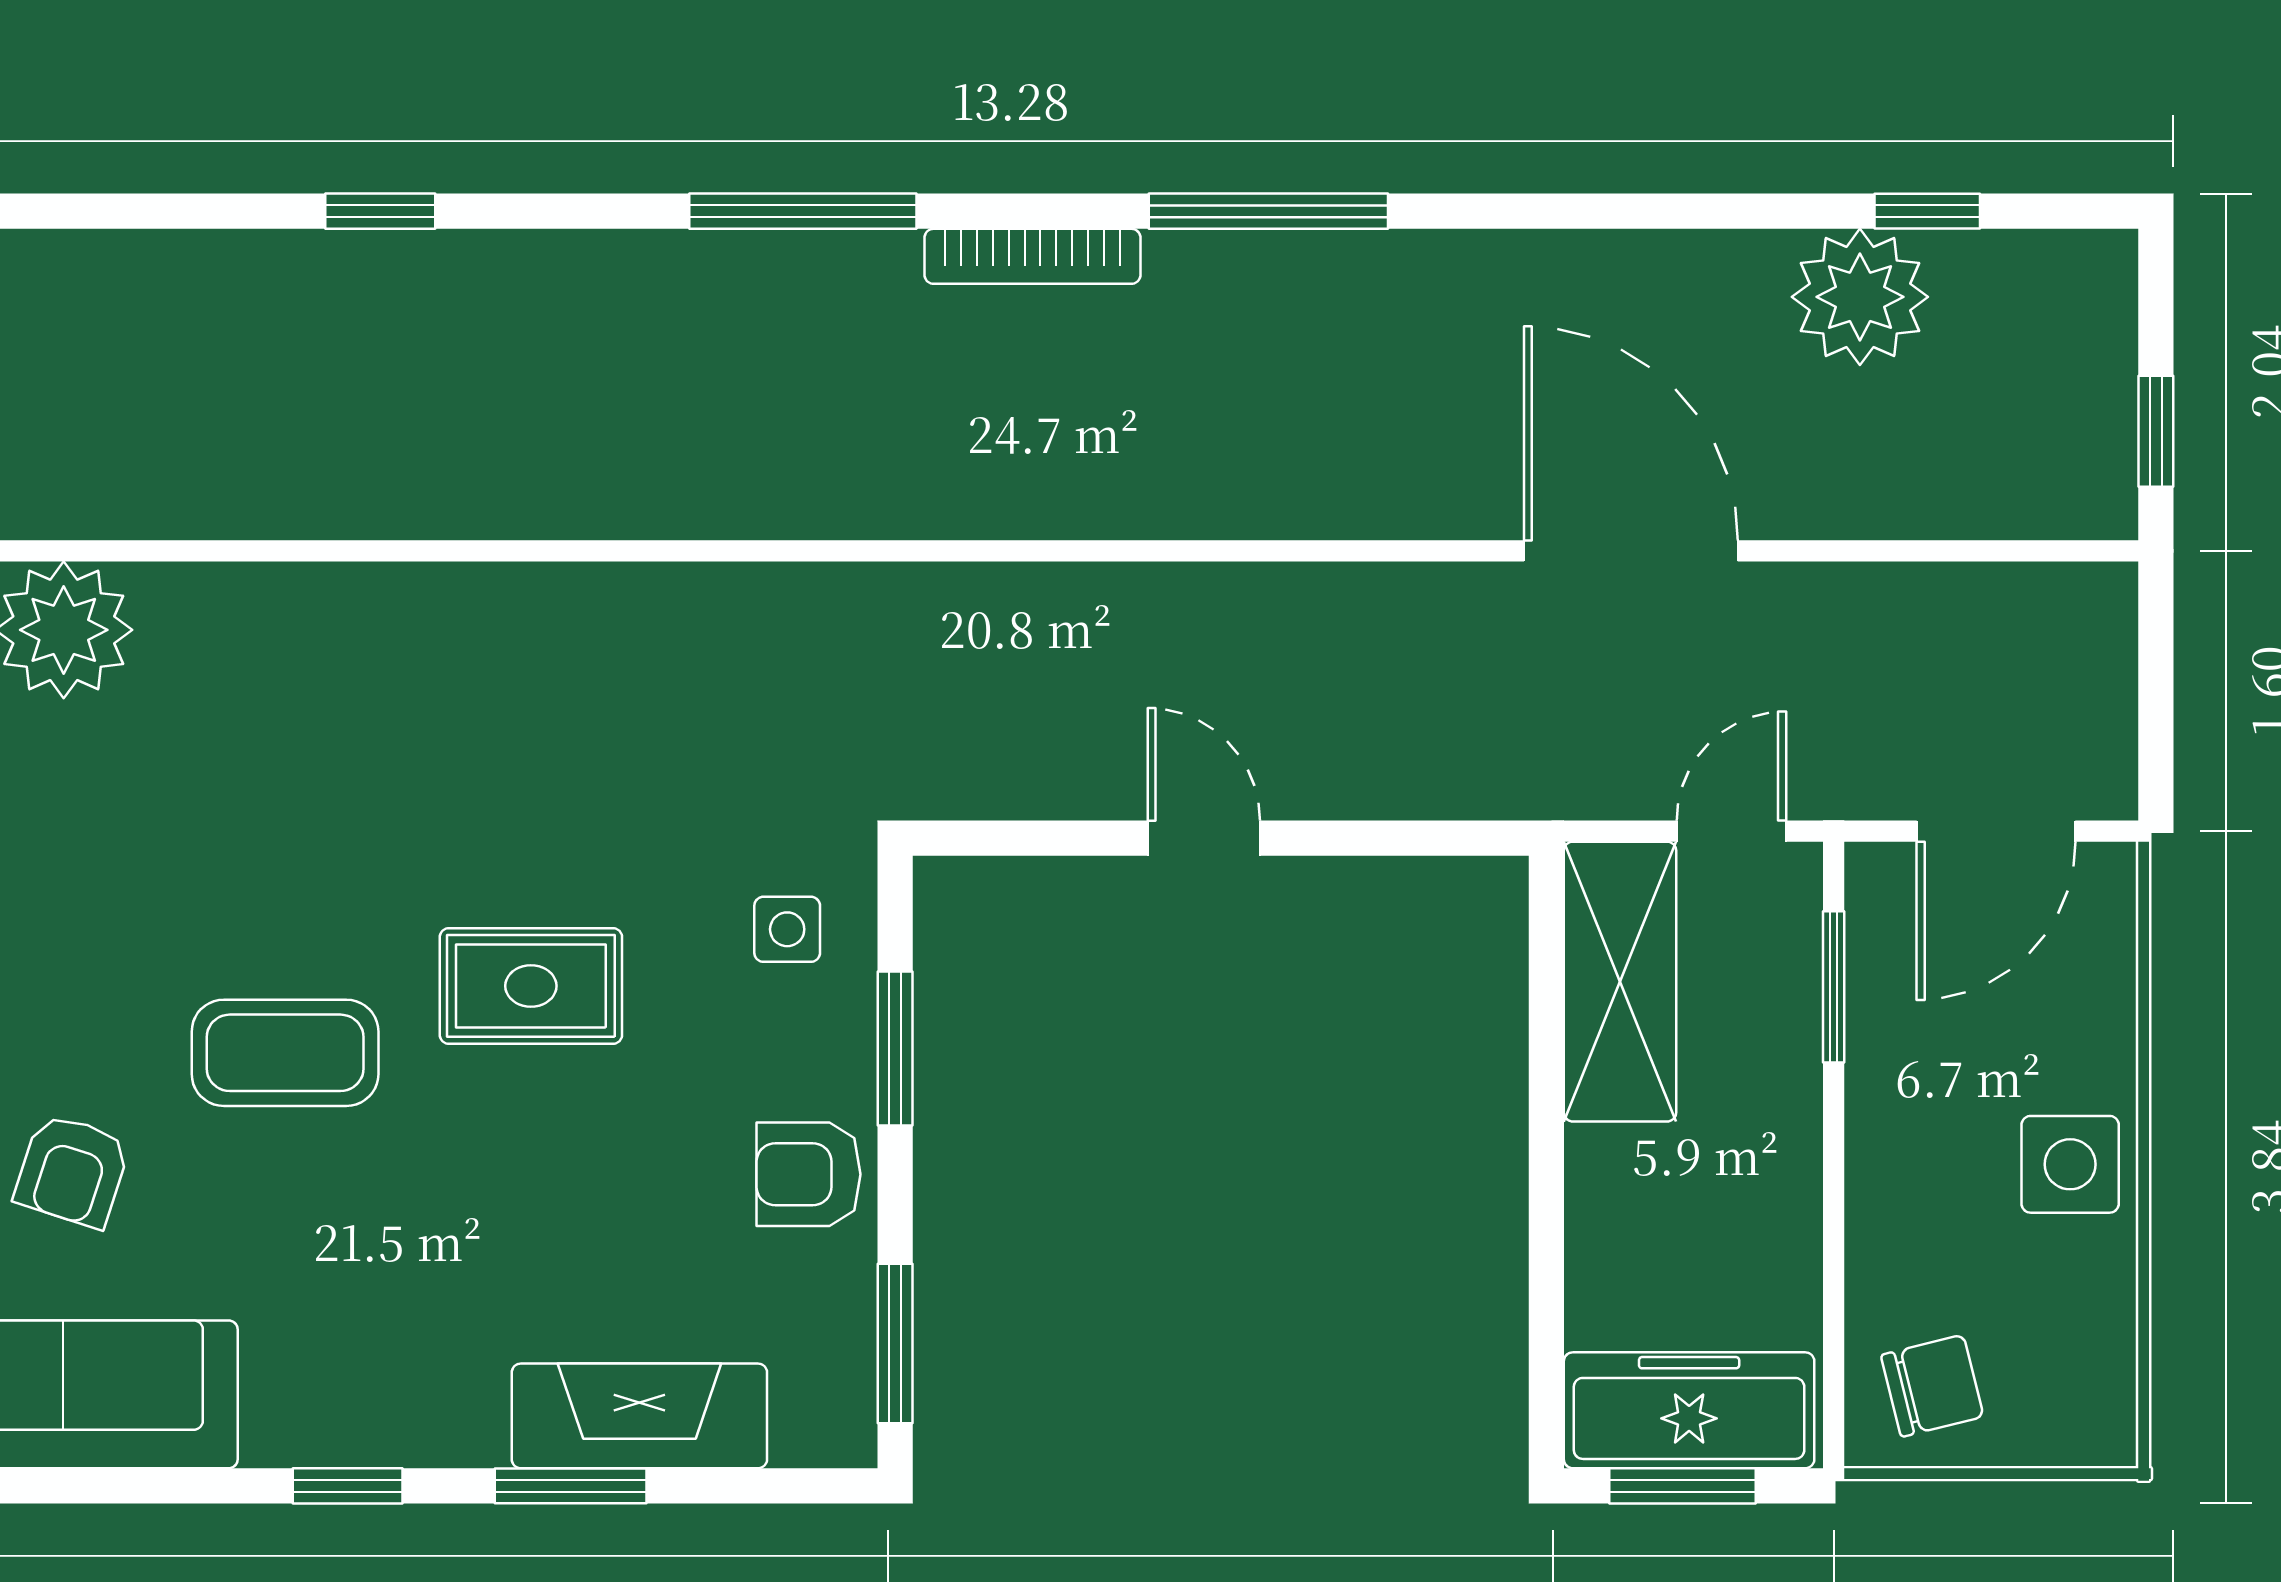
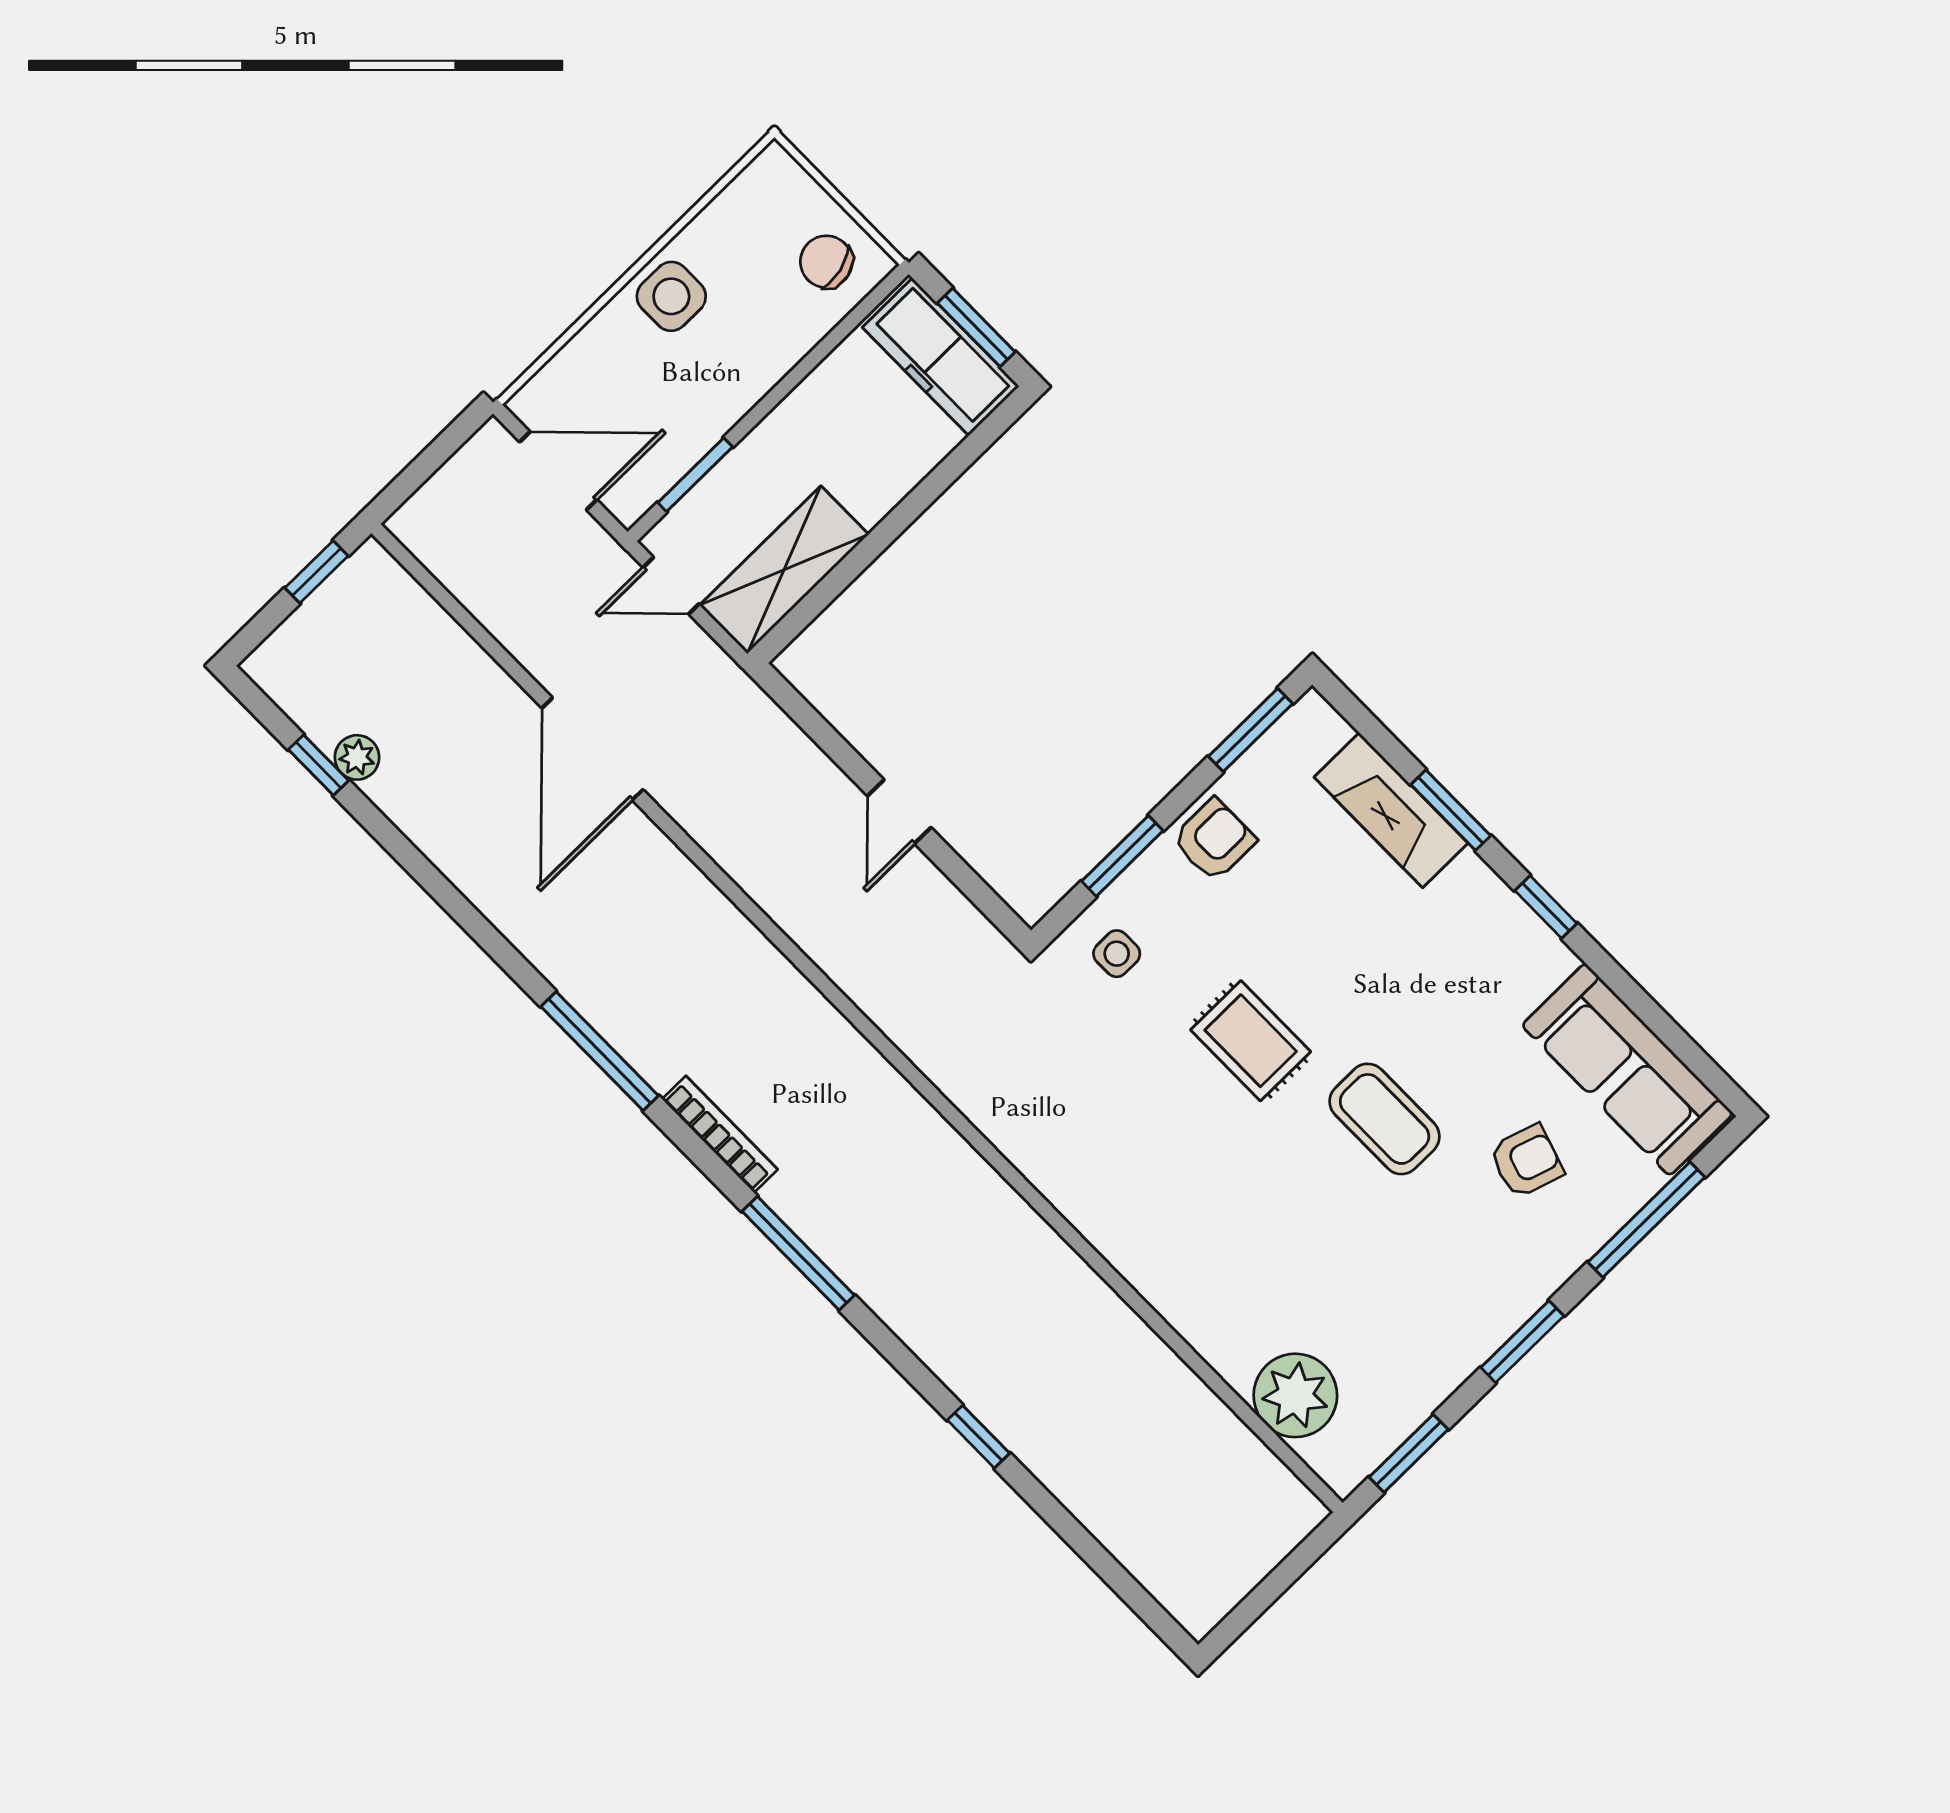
plant: (1860, 297) -> (357, 757), width x0.53, depth x0.53
armchair: (809, 1174) -> (1214, 840), turned -90

